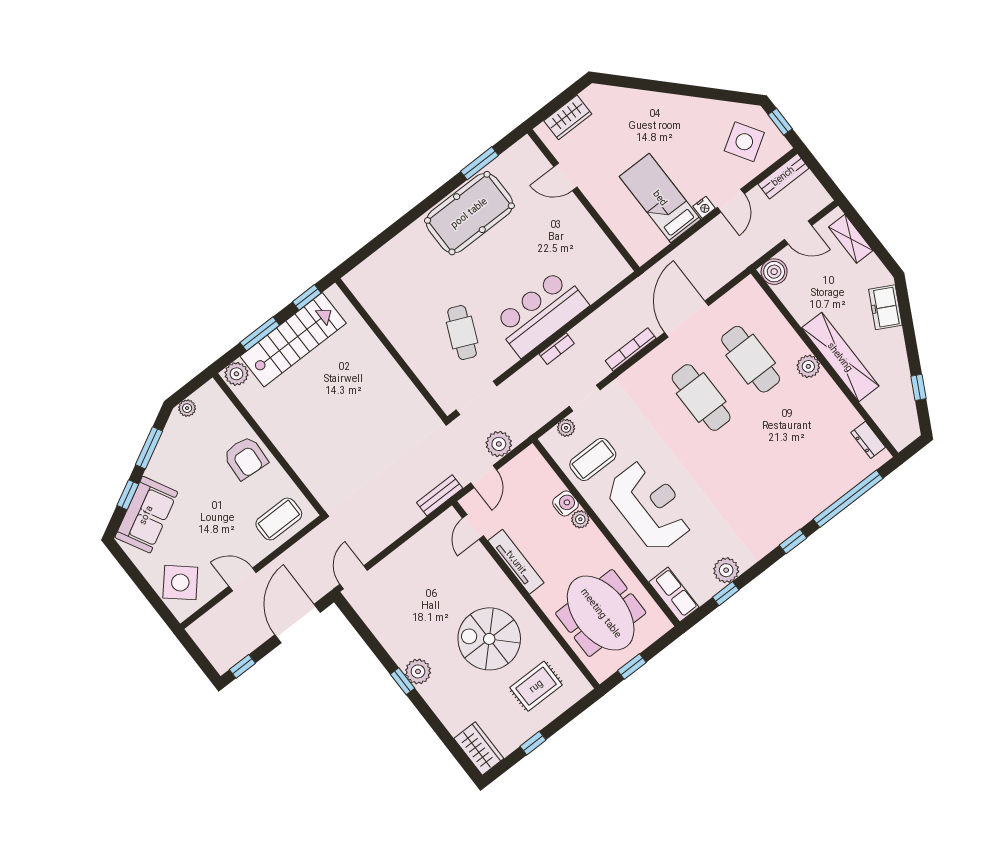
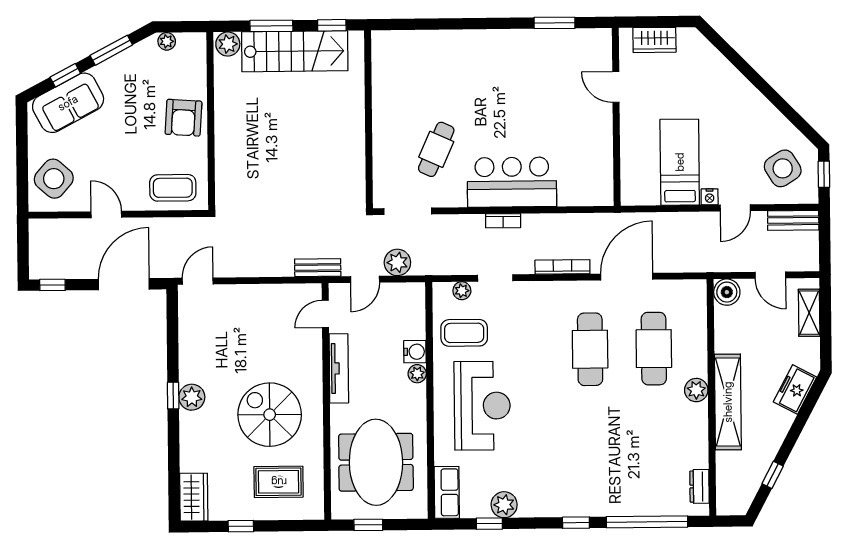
pool table: (469, 213) -> (516, 57), removed

